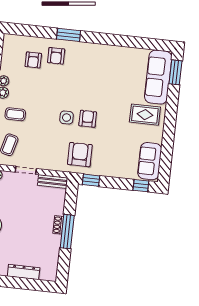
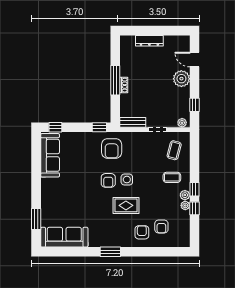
window: (69, 35) -> (110, 252), moved
armchair: (33, 60) -> (161, 226), turned 180
window: (175, 72) -> (36, 219), moved
sofa: (158, 77) -> (64, 237), moved, turned -90
rug: (145, 115) -> (126, 205), moved
sofa: (150, 161) -> (50, 155), width x1.36

